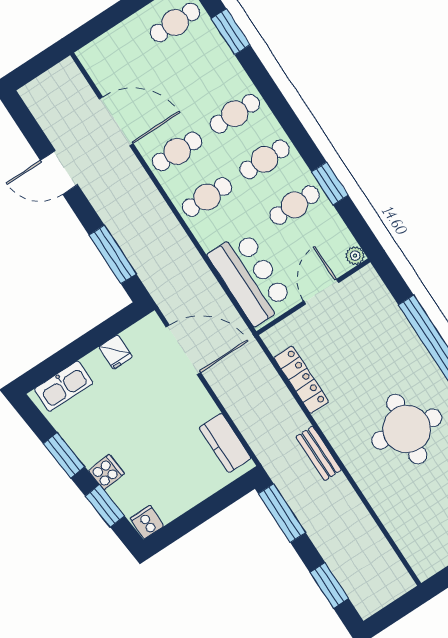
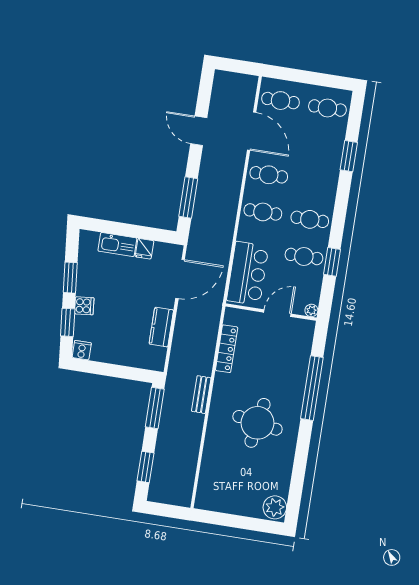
window: (231, 32) -> (349, 156), moved
cafe table: (235, 114) -> (281, 101), moved
door: (183, 350) -> (180, 279), hinge flipped
kitchen sink: (64, 386) -> (117, 245), moved
kitchen counter: (225, 443) -> (161, 327), moved

